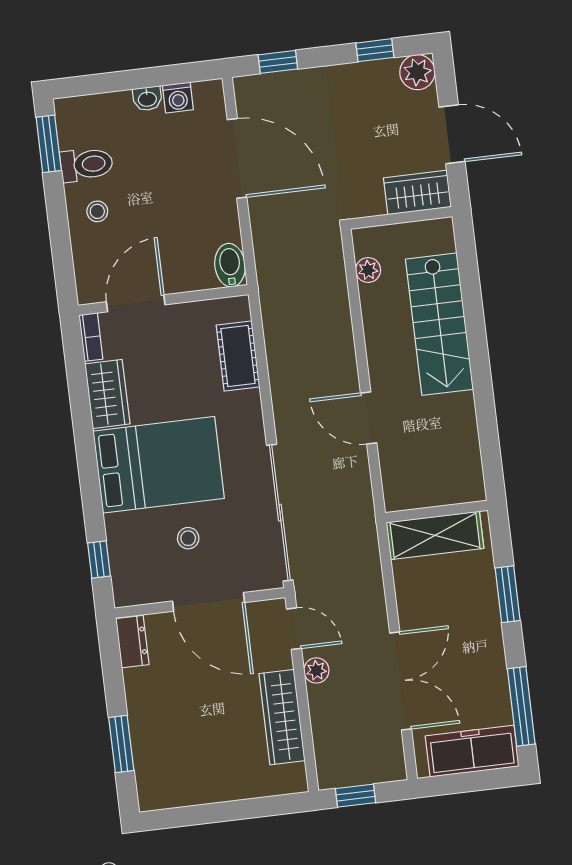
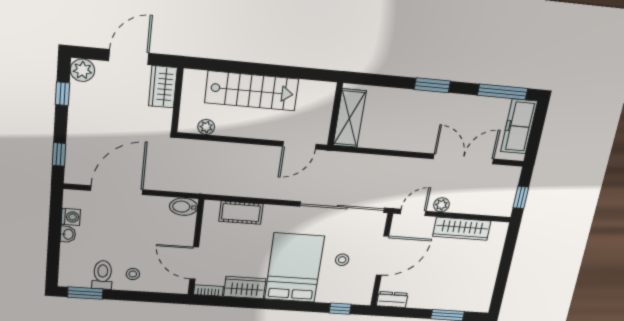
wall: (436, 511) -> (335, 114), moved
shelving: (435, 535) -> (350, 118), moved

